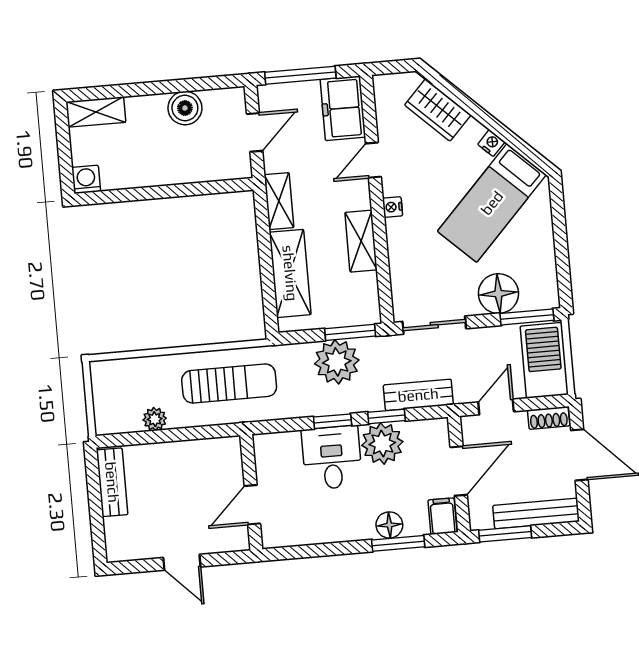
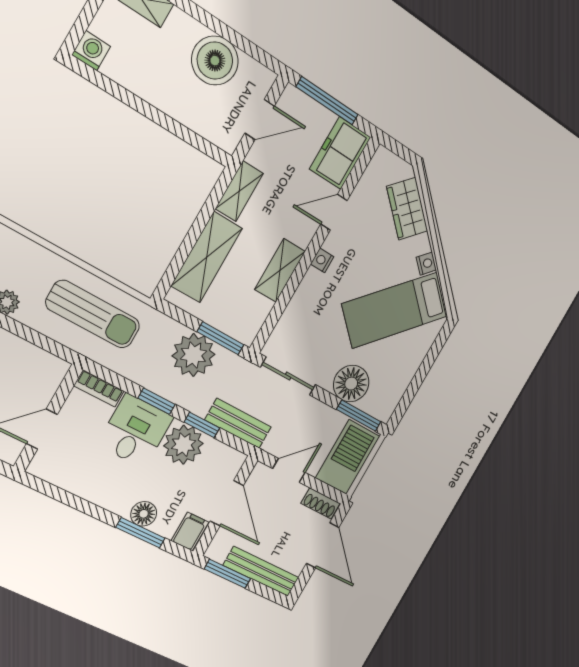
boiler: (185, 108) -> (215, 61), width x1.37, depth x1.37
bookcase: (276, 441) -> (99, 388), added
door: (459, 471) -> (227, 503), hinge flipped

